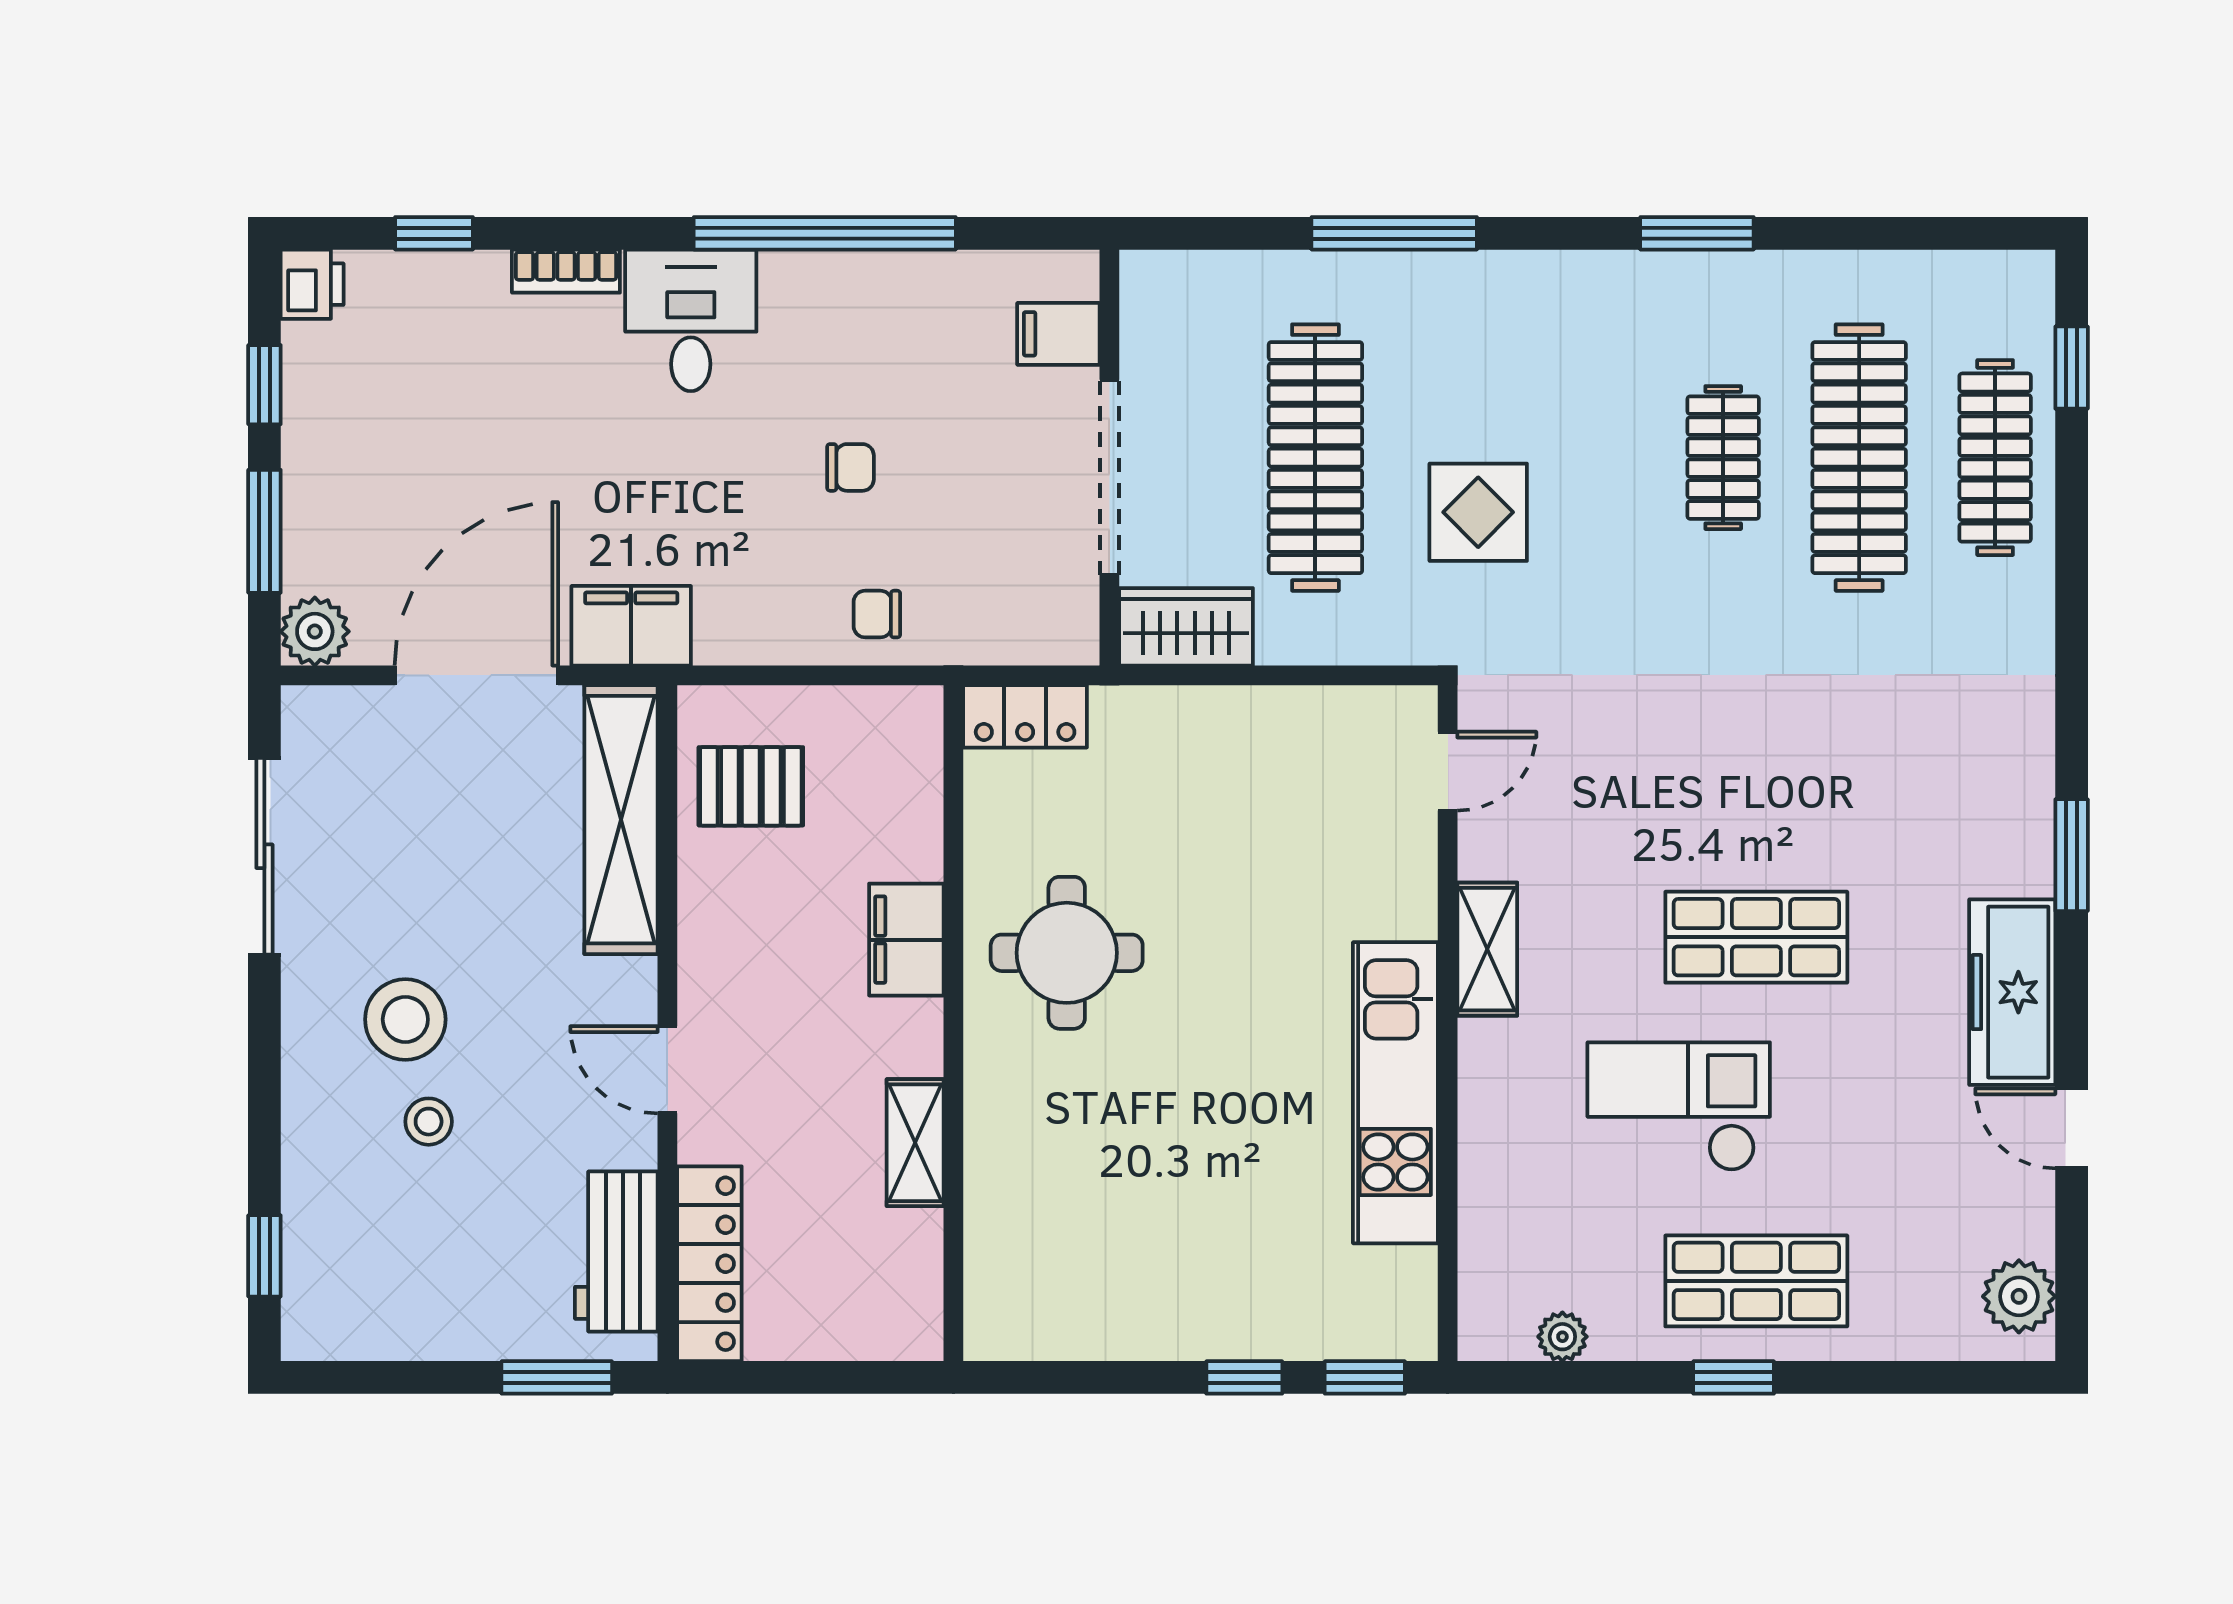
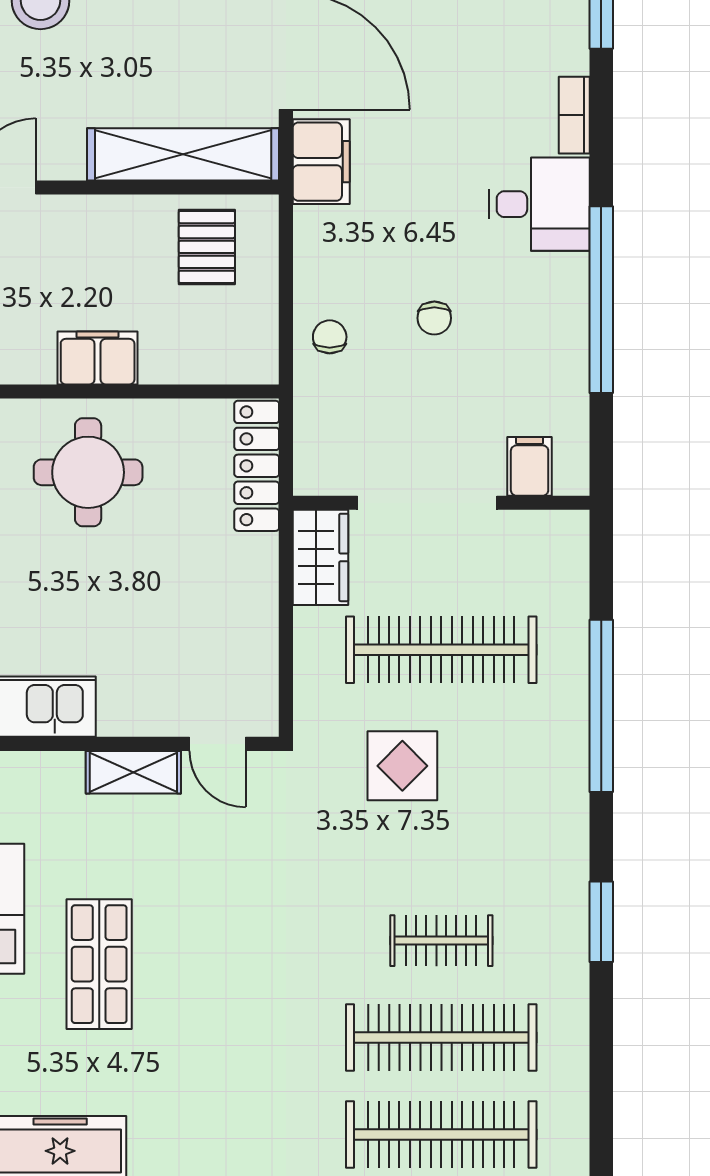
window: (1394, 233) -> (601, 706), width x1.46
clothes rail: (1995, 458) -> (441, 1134), width x1.37, depth x1.31
locker: (1025, 716) -> (257, 466), width x1.53
shelving: (1487, 949) -> (133, 772), moved

